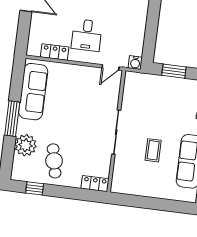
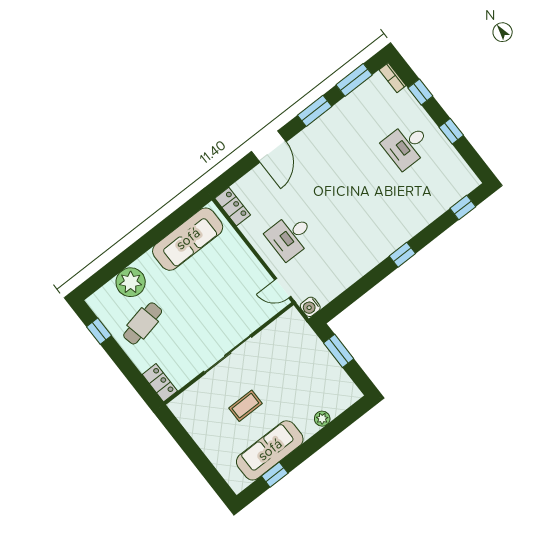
locker: (55, 52) -> (233, 207), moved
window: (12, 119) -> (143, 245), removed

